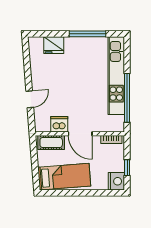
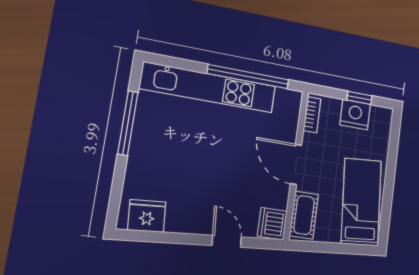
fridge: (54, 45) -> (147, 216), moved, turned -94
dishwasher: (59, 124) -> (272, 224), moved
door: (80, 134) -> (296, 164), swing flipped
nightstand: (116, 181) -> (355, 115), moved

